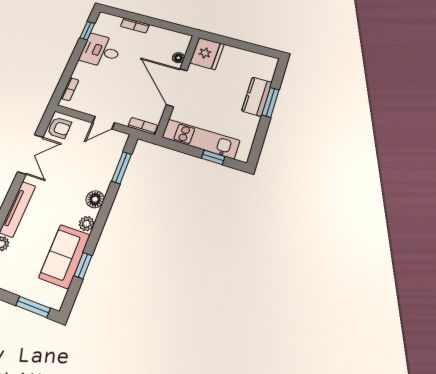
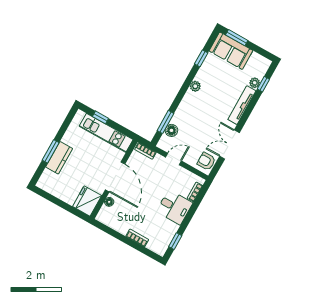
desk: (101, 51) -> (174, 207), moved
floor lamp: (95, 199) -> (171, 130), moved
sofa: (65, 256) -> (231, 51), moved, turned 90

